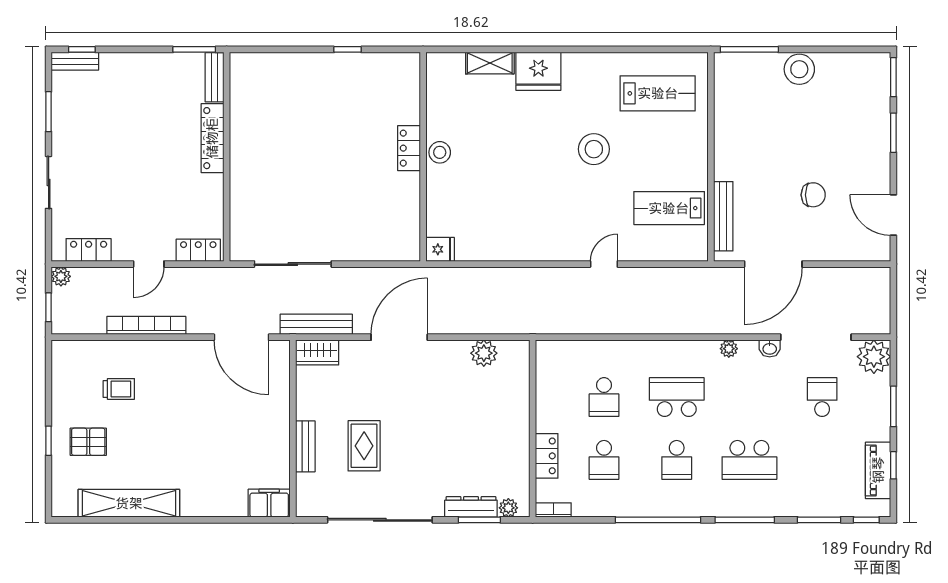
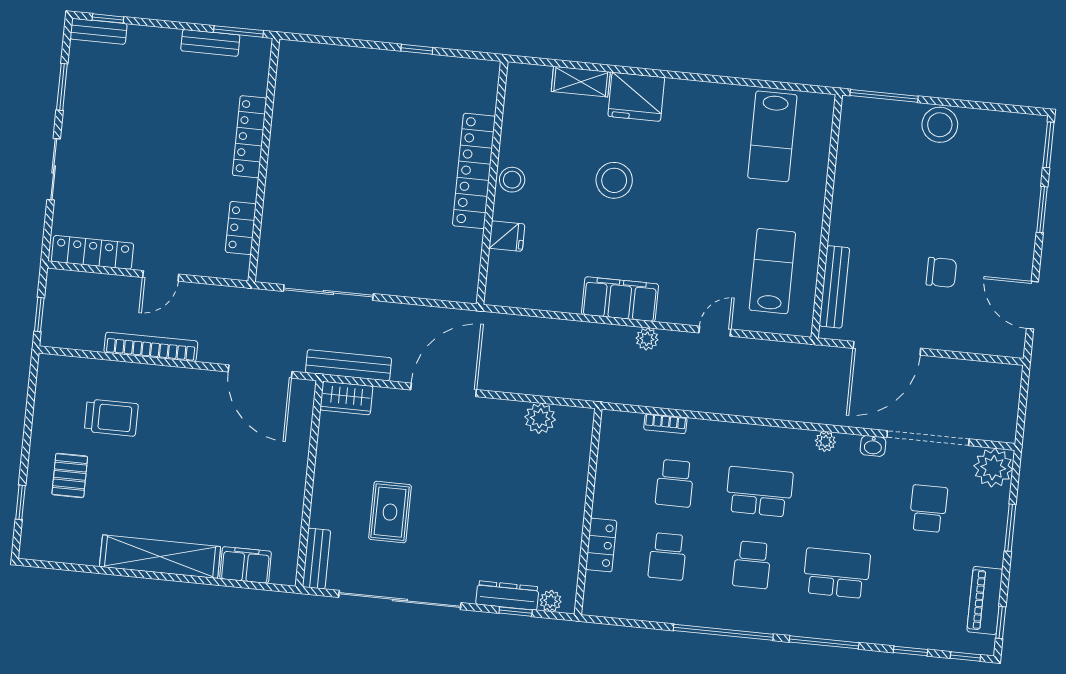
bench: (215, 77) -> (210, 43), moved, turned 90
lab bench: (658, 93) -> (772, 136), turned 90
locker: (409, 148) -> (474, 171), width x2.16, depth x1.21
stool: (594, 149) -> (614, 180), moved
lab bench: (669, 208) -> (772, 271), turned 90
filing cabinet: (542, 245) -> (620, 299), added
fridge: (440, 249) -> (507, 236), moved
locker: (89, 250) -> (92, 252), width x1.53
locker: (198, 250) -> (241, 228), moved, turned -90
door: (604, 264) -> (715, 331), moved
plant: (61, 276) -> (647, 339), moved
trolley: (119, 389) -> (111, 418), width x1.36, depth x1.39
window: (49, 441) -> (20, 502), moved
pallet: (88, 442) -> (70, 475), turned 90
bench: (305, 446) -> (316, 559), moved
school desk: (749, 460) -> (836, 573), turned 180
window: (893, 465) -> (1001, 622), moved
shelving: (129, 503) -> (160, 557), moved
filing cabinet: (269, 503) -> (245, 565), moved
bookcase: (553, 510) -> (665, 424), moved, turned 180
window: (479, 520) -> (516, 612), width x0.67
window: (819, 520) -> (911, 651), width x0.67

